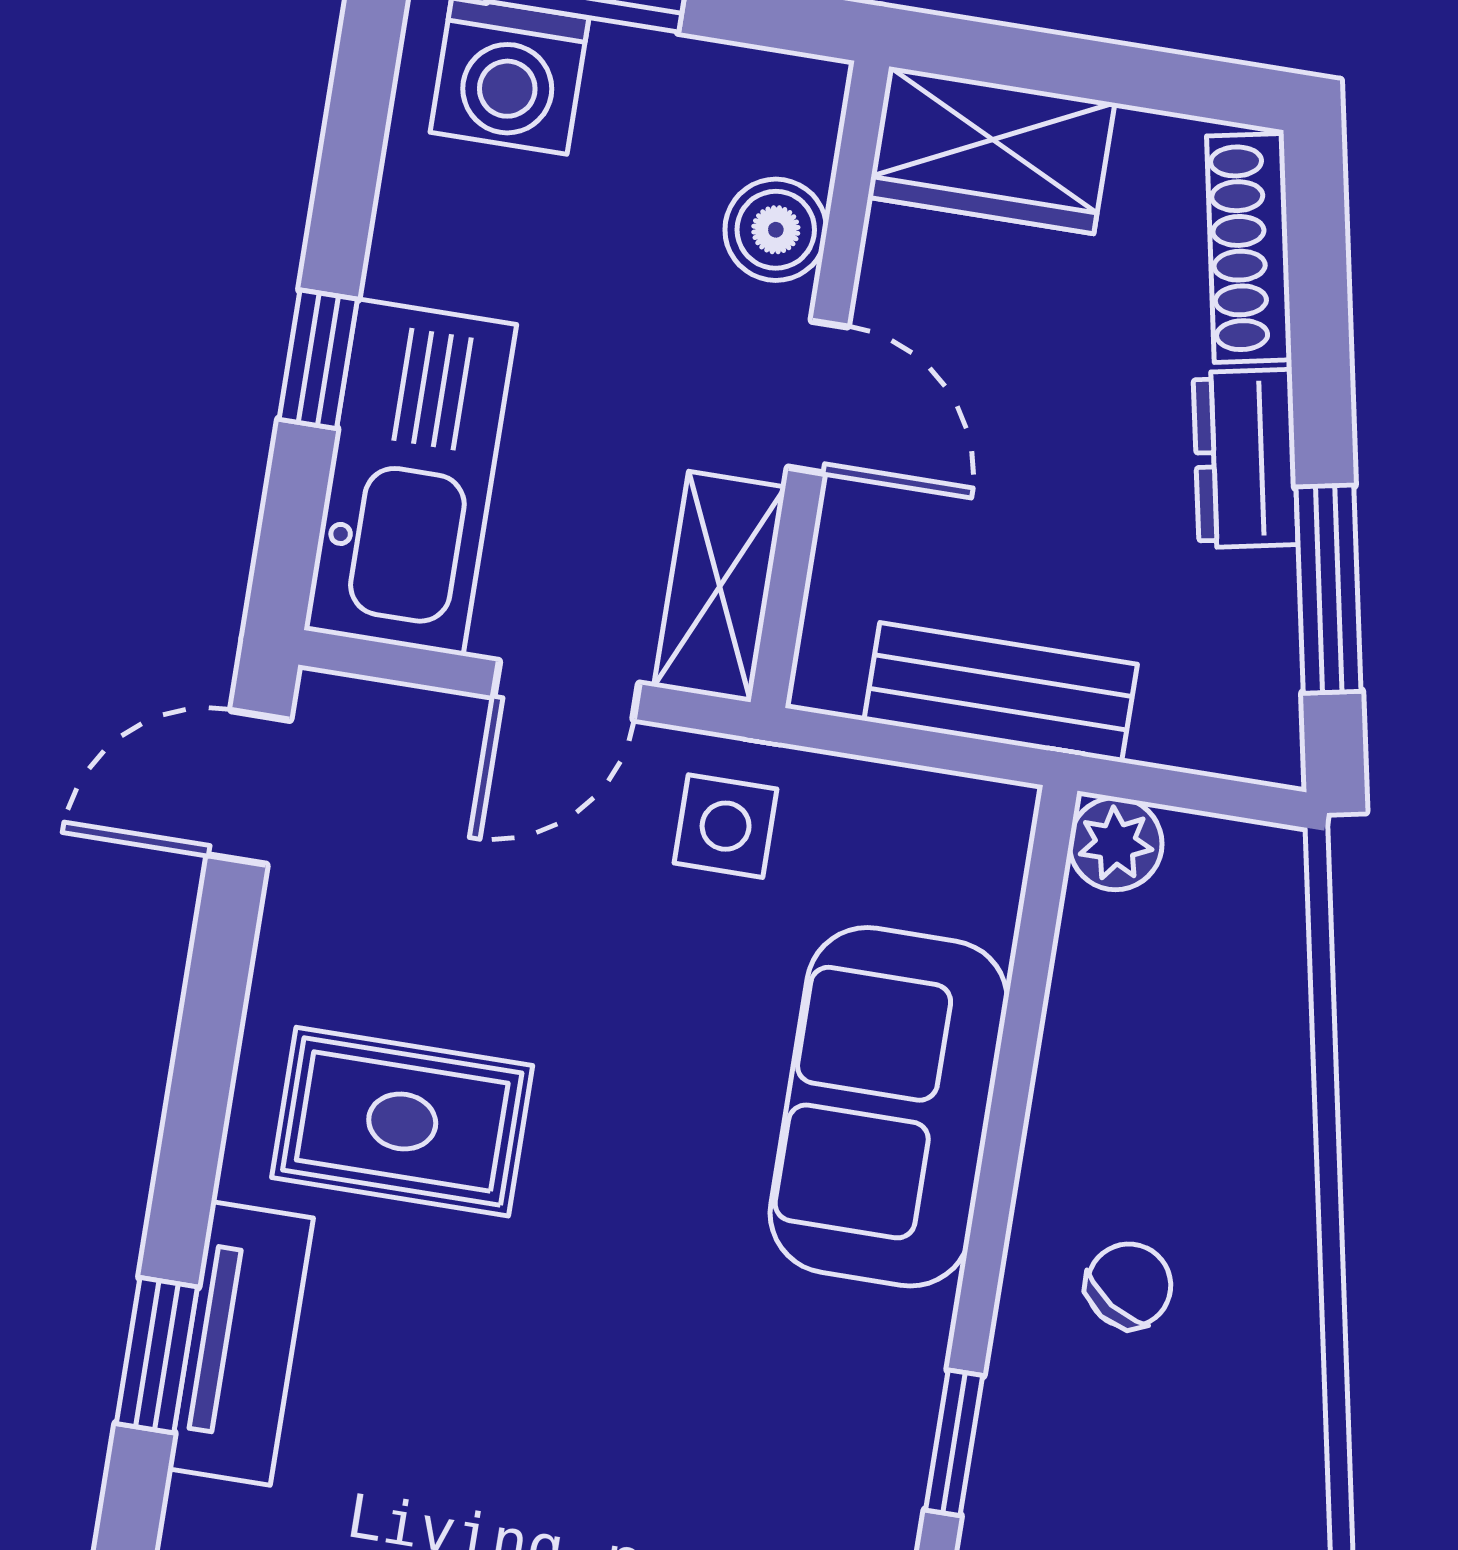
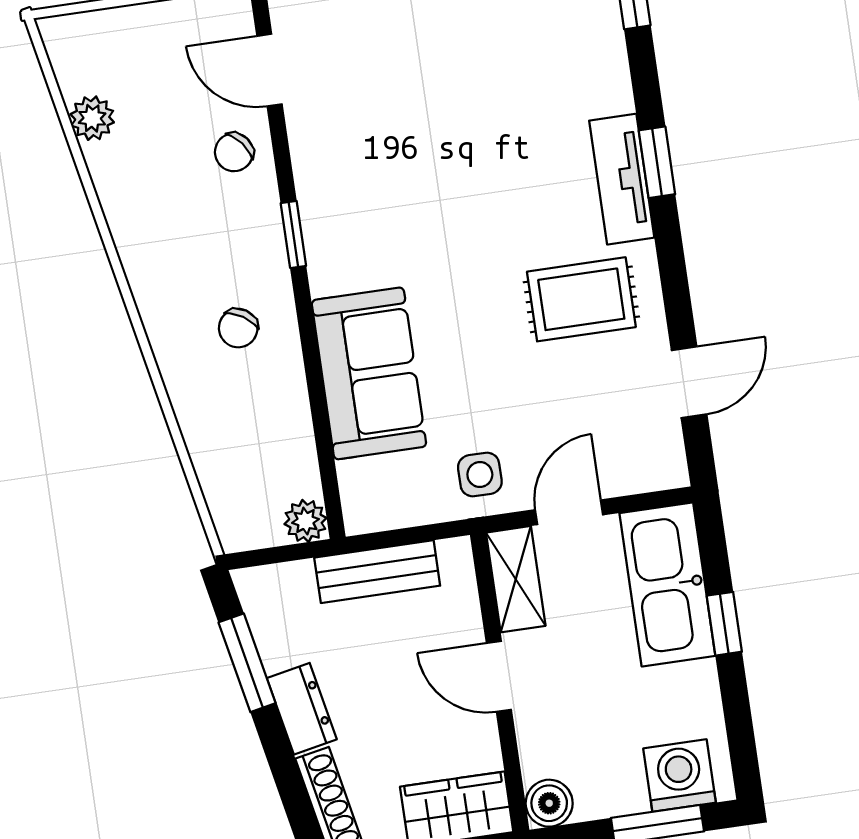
boiler: (776, 230) -> (549, 803), moved
door: (249, 788) -> (689, 382), moved

